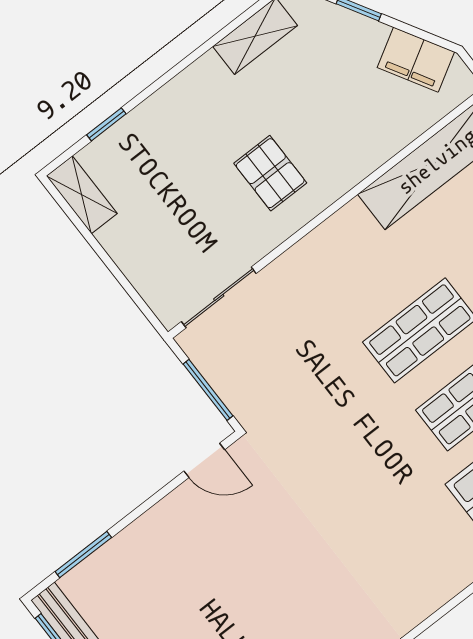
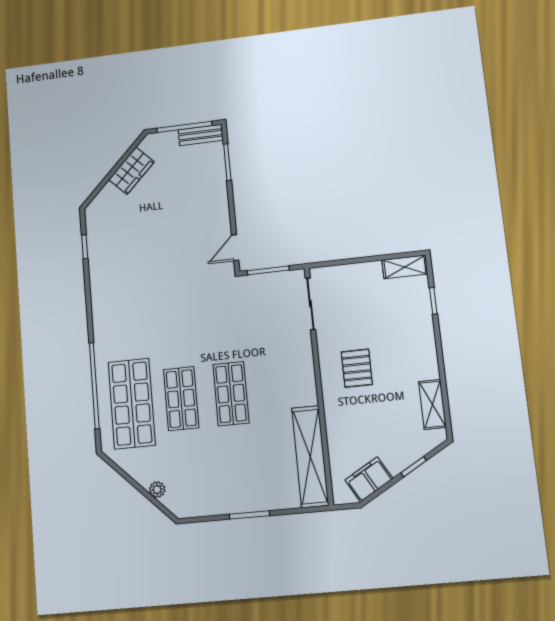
pallet: (270, 173) -> (357, 368), turned 90

